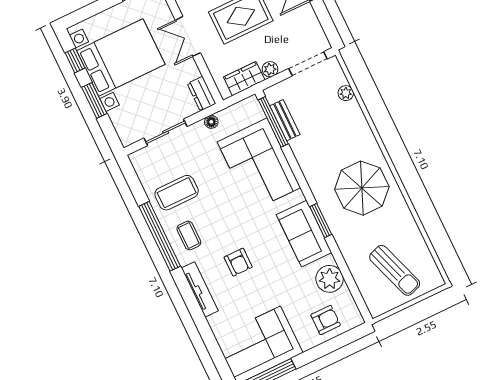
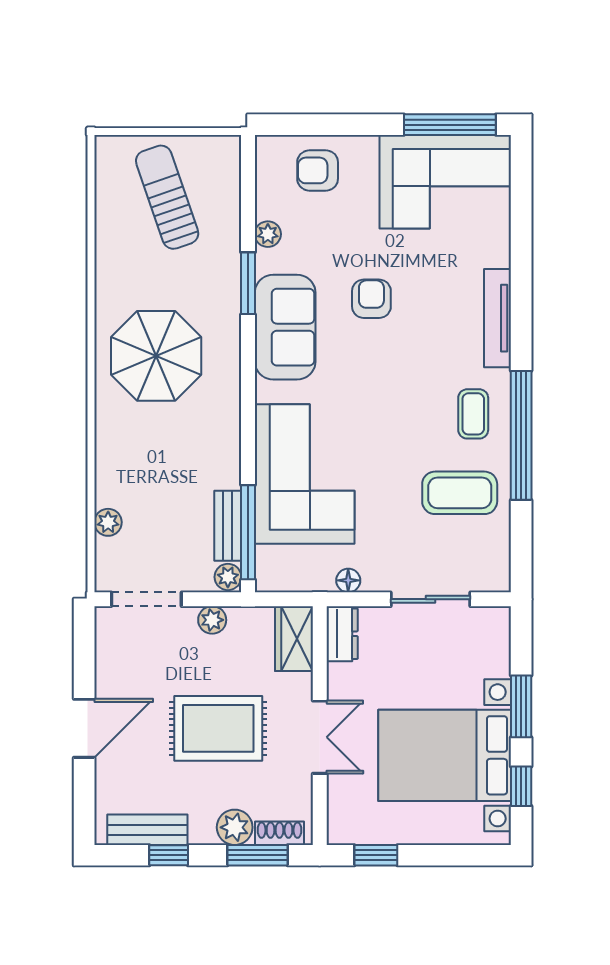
wardrobe: (244, 79) -> (294, 639), moved, turned 90
plant: (272, 95) -> (228, 577), added
window: (321, 221) -> (248, 283), moved
armchair: (238, 262) -> (371, 299), moved
plant: (330, 279) -> (268, 234), width x0.53, depth x0.53

